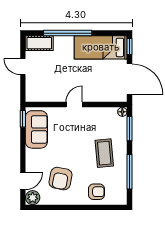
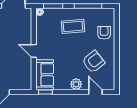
sofa: (36, 129) -> (45, 75), moved, turned 90
armchair: (61, 179) -> (93, 62), turned -49
plant: (33, 198) -> (76, 84), moved

